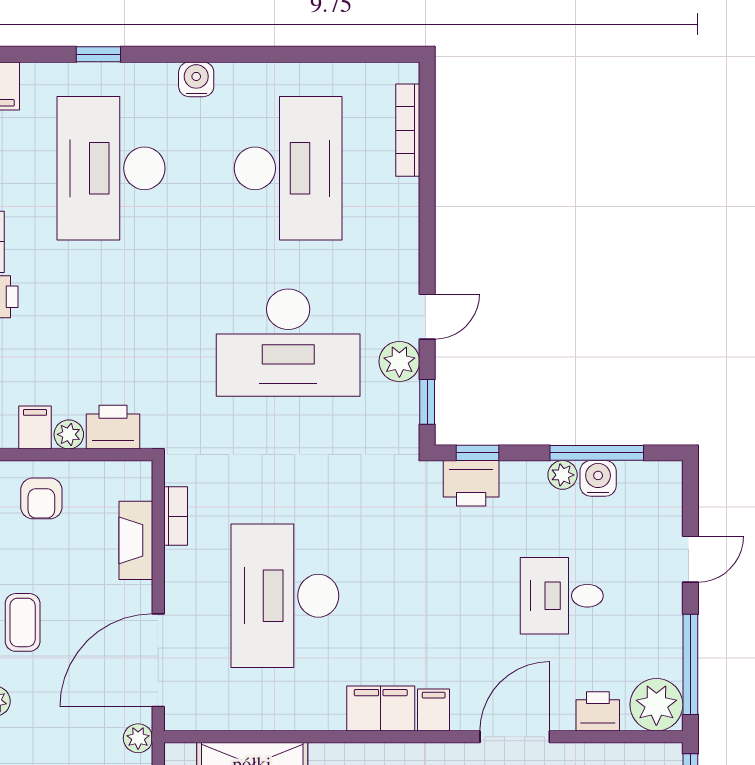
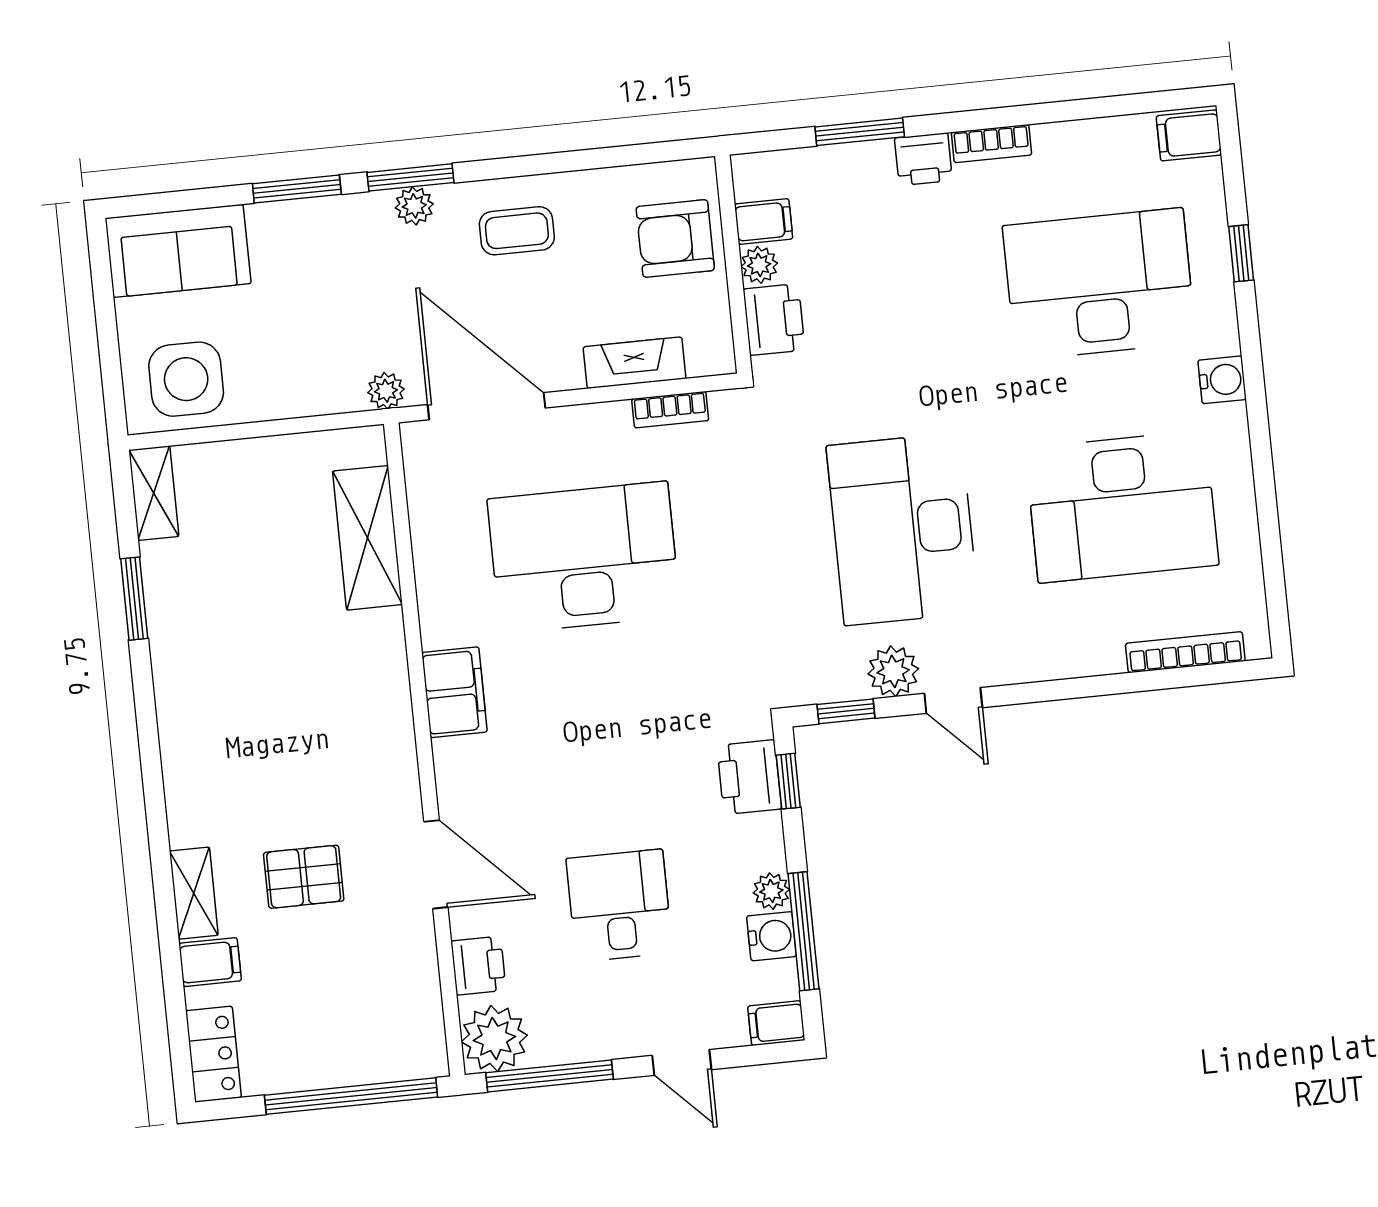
armchair: (41, 498) -> (675, 239), width x1.38, depth x1.38
filing cabinet: (434, 710) -> (776, 1023), moved, turned 180

